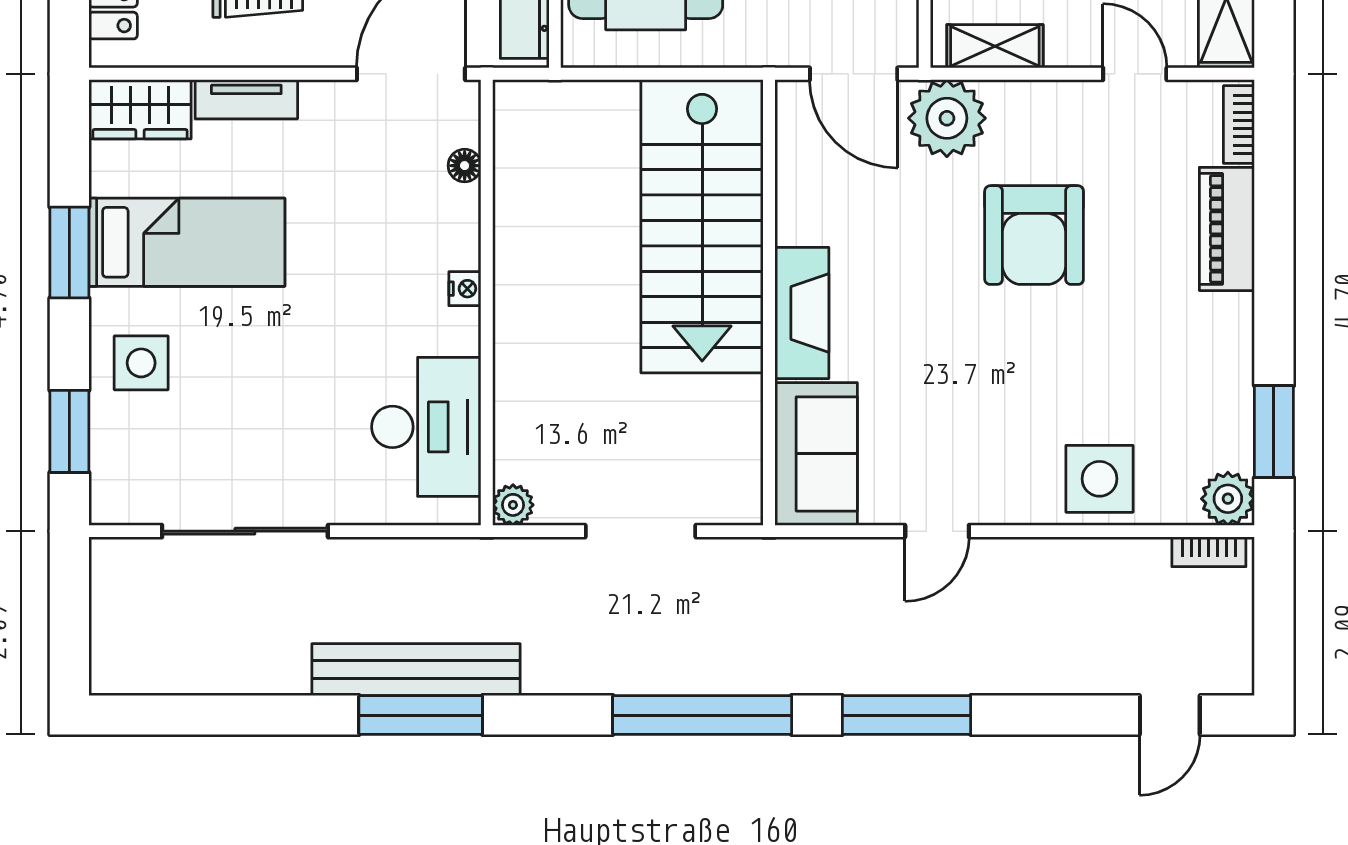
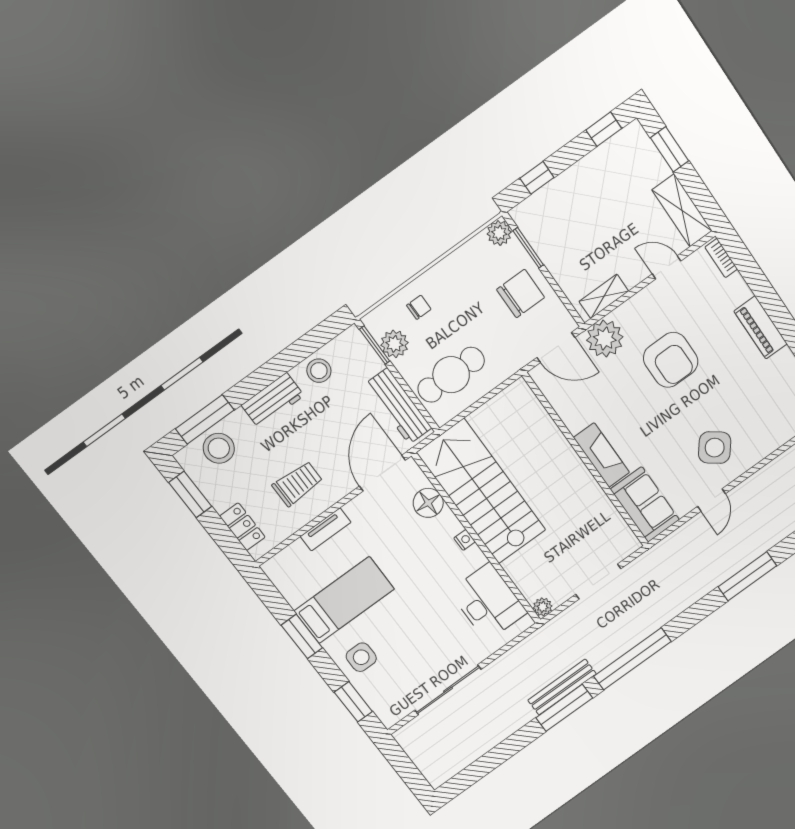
wardrobe: (140, 109) -> (287, 563), removed
floor lamp: (465, 166) -> (428, 503), width x1.89, depth x1.89
stairs: (702, 226) -> (481, 491), moved, turned 180
piano: (1227, 229) -> (761, 327), moved
side table: (1100, 479) -> (715, 448), moved, turned 38
bench: (416, 670) -> (562, 687), width x0.73, depth x0.82
window: (702, 715) -> (632, 659), moved

